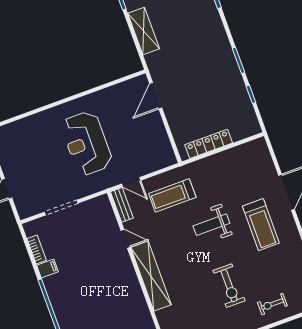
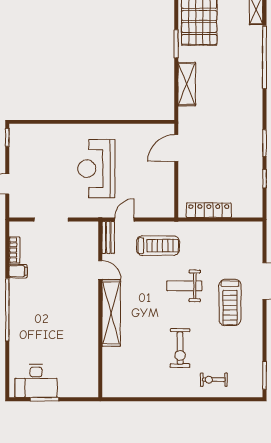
door: (131, 182) -> (124, 220), swing flipped
treadmill: (172, 195) -> (158, 246), turned 180

